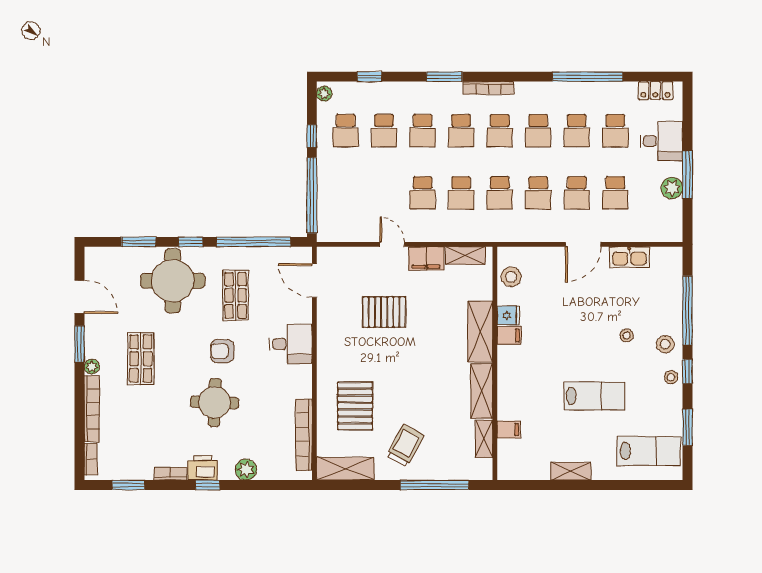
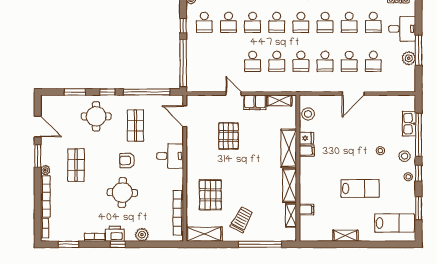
kitchen sink: (629, 257) -> (409, 124), moved, turned 90
round table: (173, 281) -> (96, 116), width x0.73, depth x0.73
pallet: (384, 312) -> (228, 136), turned 90

